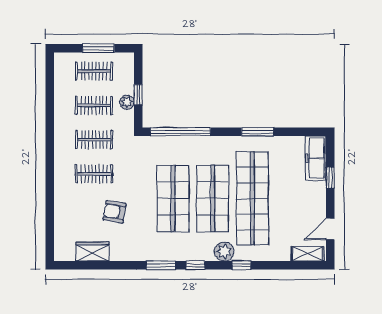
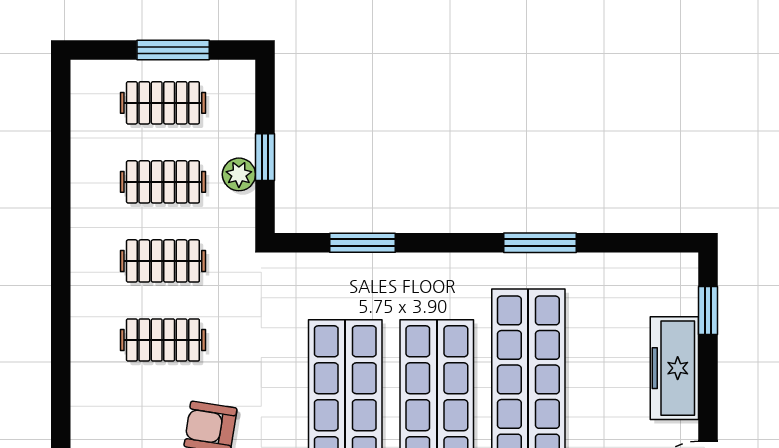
window: (180, 132) -> (362, 243), width x0.47
freezer: (316, 158) -> (674, 368), moved
window: (330, 178) -> (708, 310), moved

